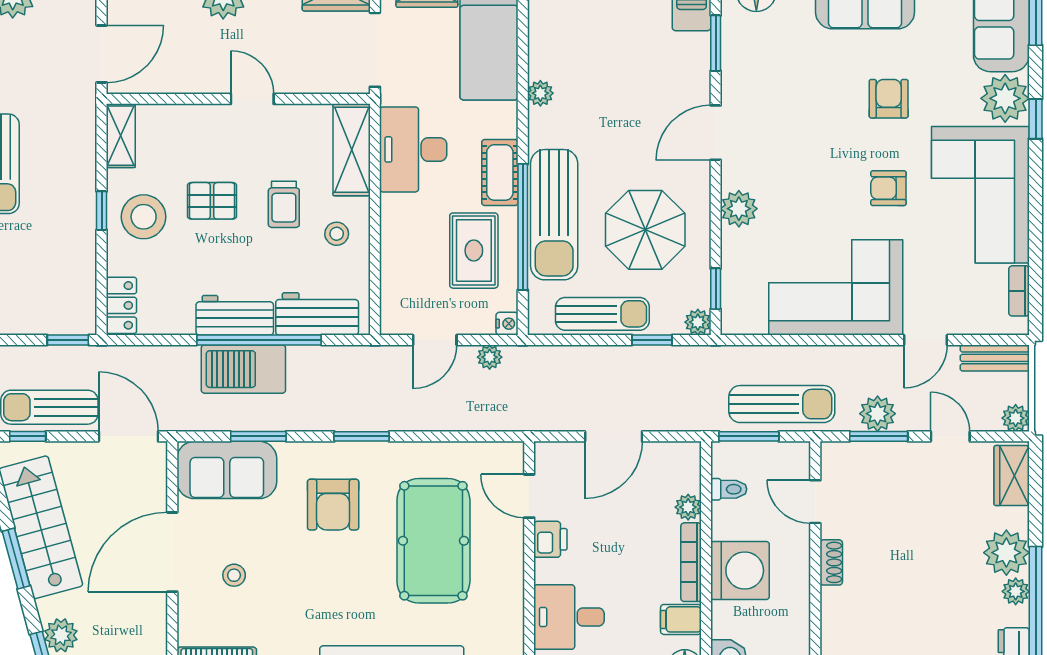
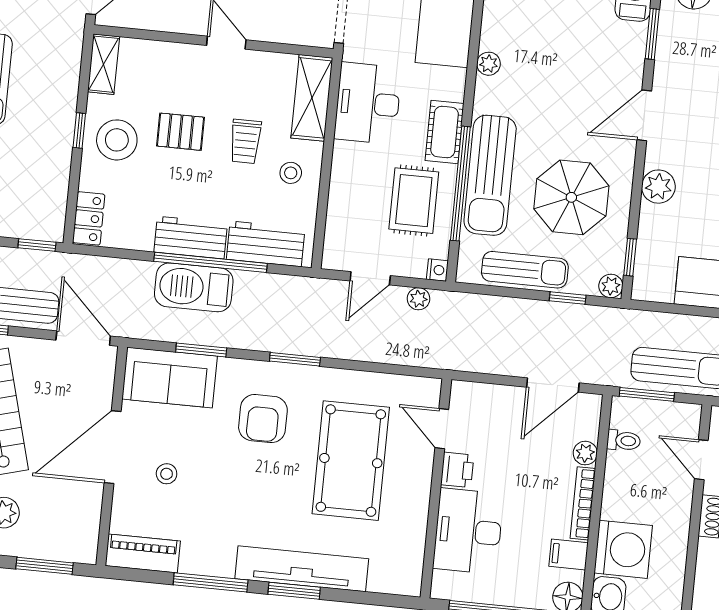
door: (614, 436) -> (553, 385), moved
washing machine: (740, 571) -> (623, 549), moved
desk: (569, 617) -> (468, 531), width x1.37

